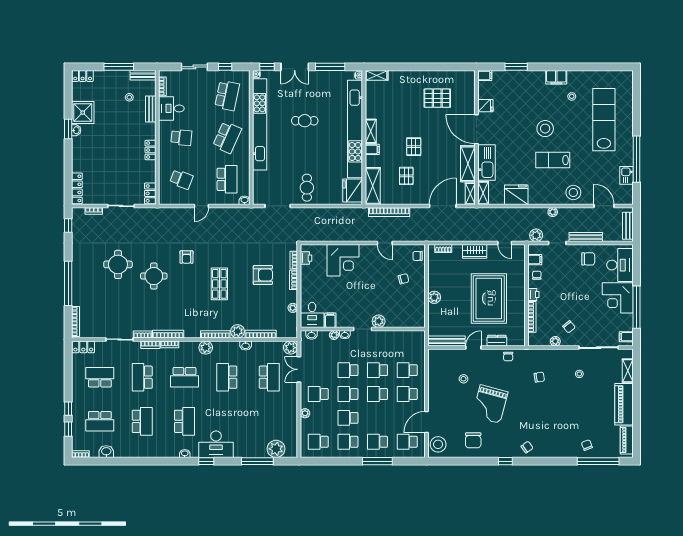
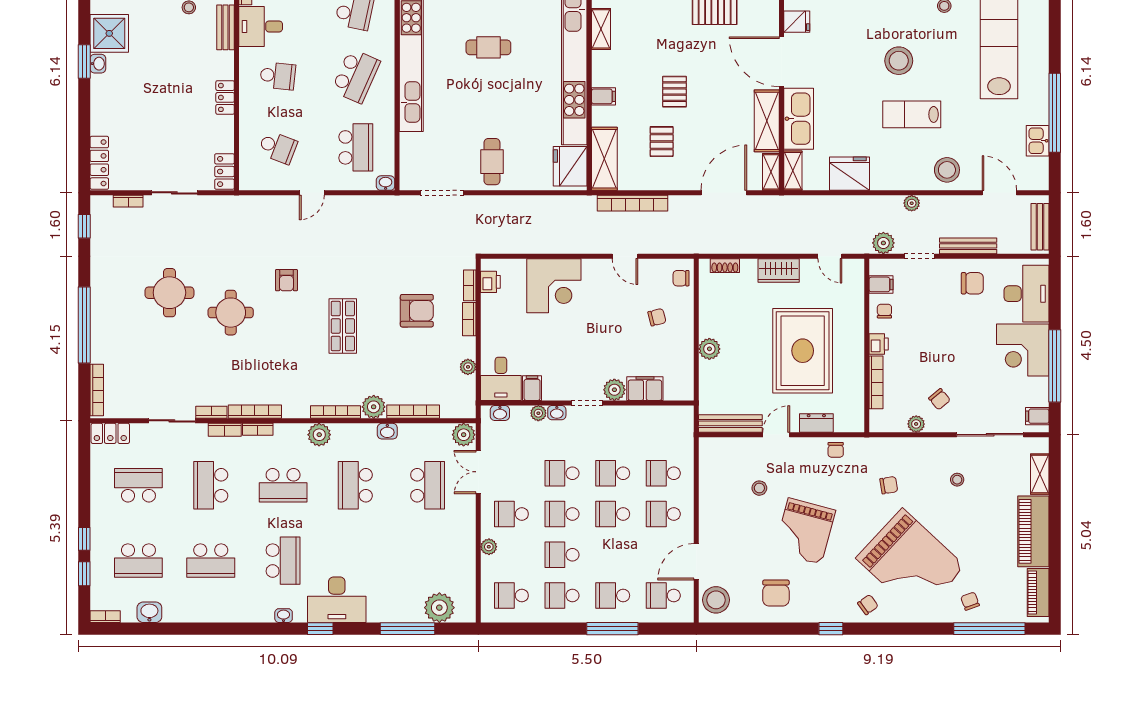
shelving: (371, 131) -> (601, 29), moved
filing cabinet: (396, 321) -> (645, 389), added
school desk: (142, 421) -> (211, 561), turned 90
grand piano: (552, 422) -> (910, 562), added

